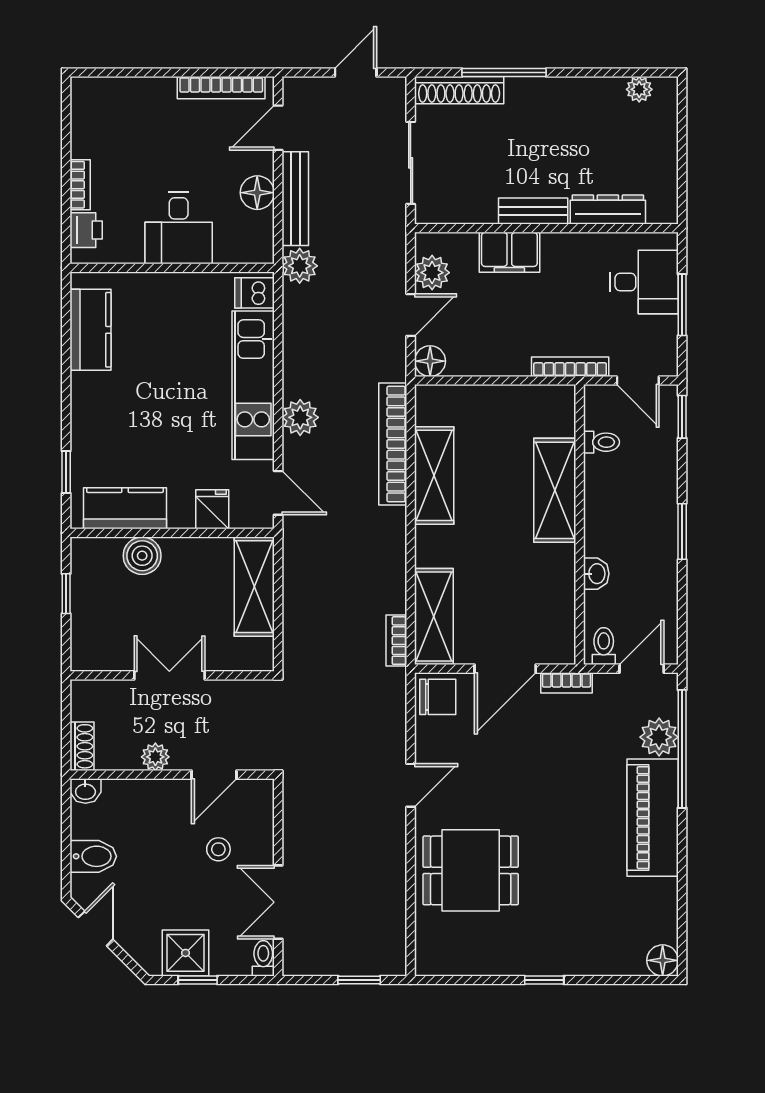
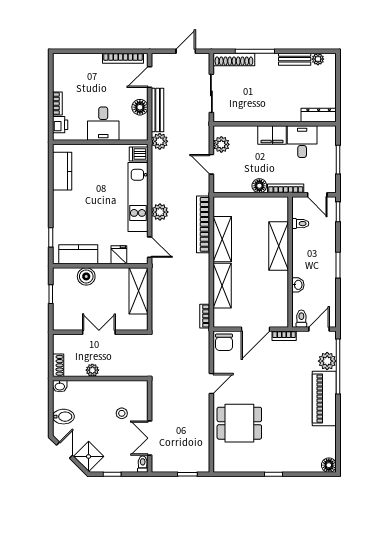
dresser: (608, 209) -> (319, 115), moved
bench: (533, 211) -> (295, 59), moved
filing cabinet: (509, 252) -> (272, 135), moved
desk: (644, 282) -> (302, 142), moved, turned -90
door: (411, 315) -> (211, 164), swing flipped
floor lamp: (430, 361) -> (259, 186), moved
shelving: (434, 617) -> (222, 286), moved
chair: (438, 697) -> (224, 342), turned 90
door: (214, 775) -> (120, 379), removed
shower: (186, 953) -> (89, 456), moved, turned 45

